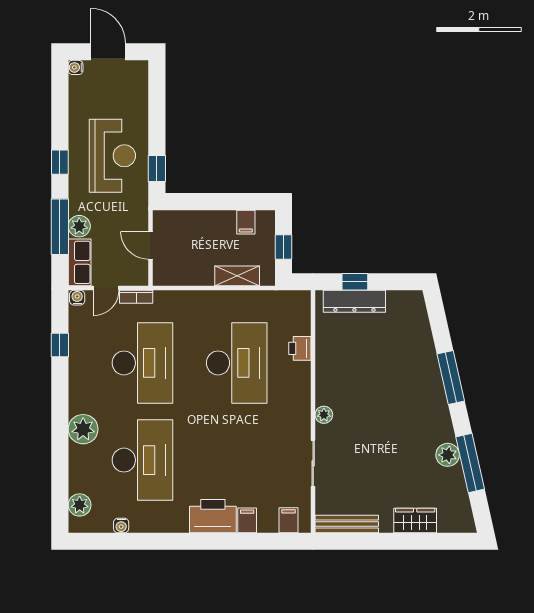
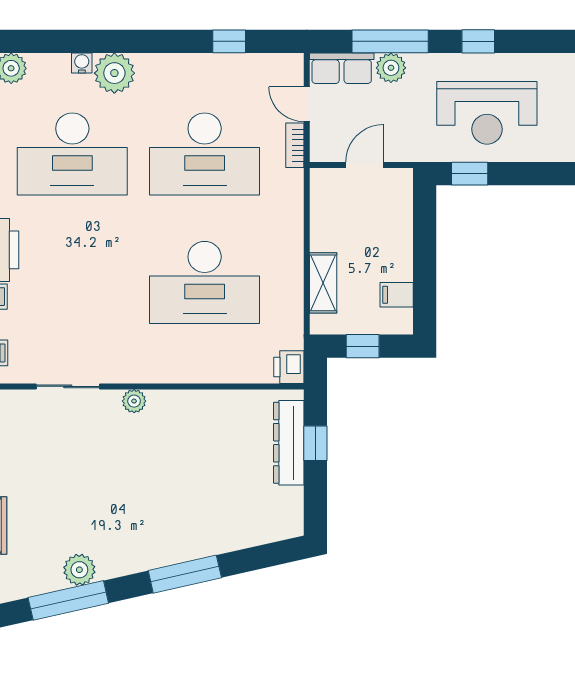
water cooler: (77, 298) -> (82, 63), moved, turned -90
printer: (300, 348) -> (289, 367), moved, turned -90

